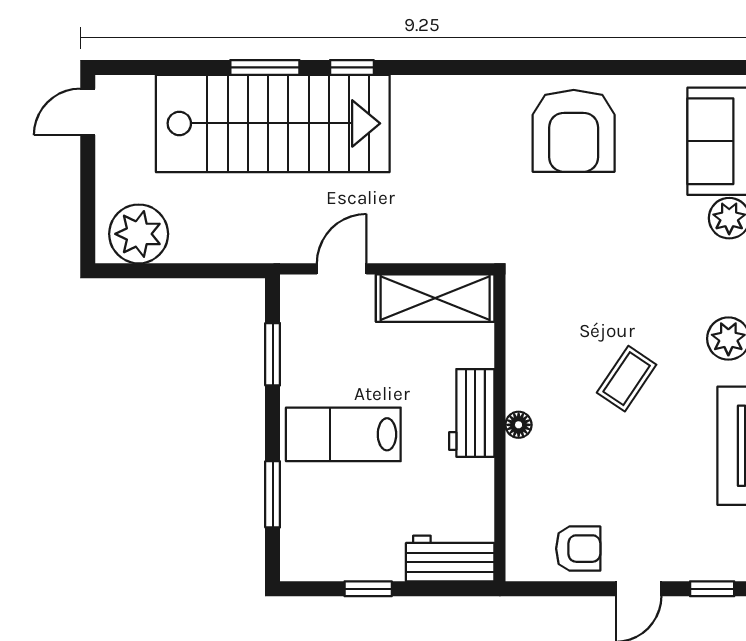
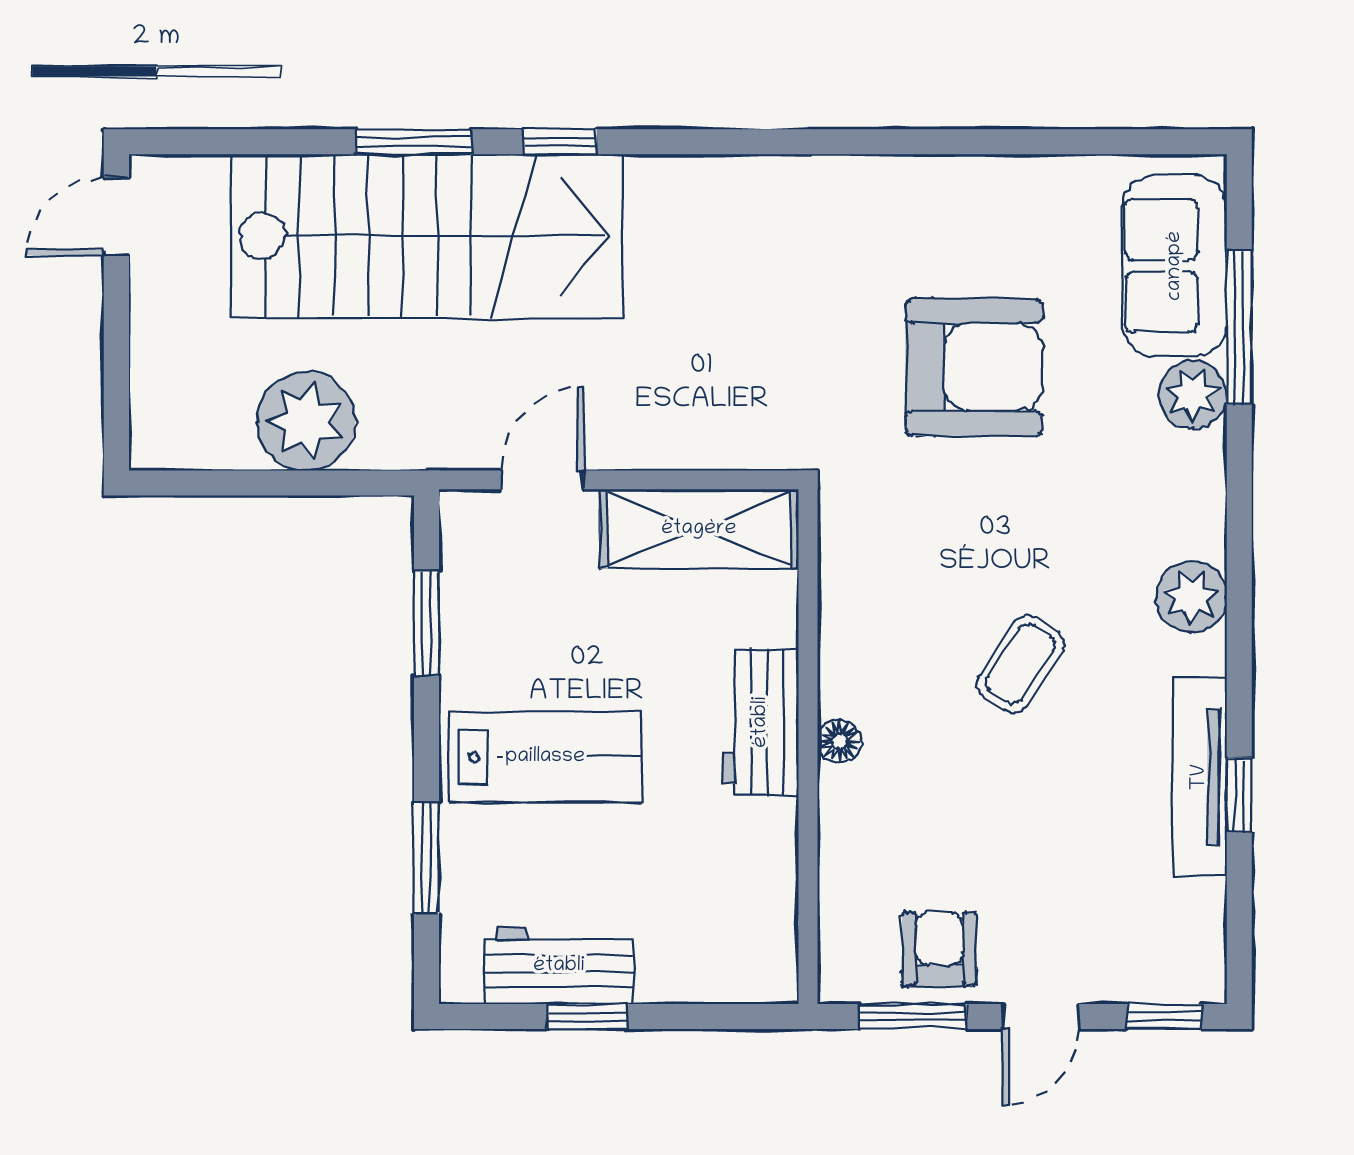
armchair: (574, 131) -> (974, 367), moved, turned -90
plant: (139, 234) -> (306, 421), moved
lab bench: (343, 434) -> (545, 757), turned 180
armchair: (578, 549) -> (939, 949), turned -90
workbench: (450, 558) -> (559, 966), moved
window: (562, 589) -> (913, 1016), added

